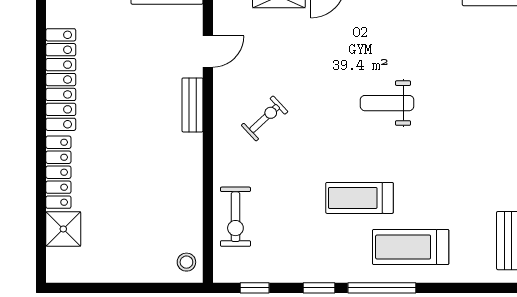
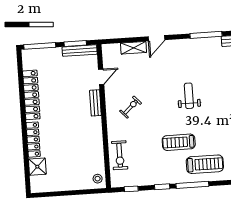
weight bench: (387, 103) -> (189, 96), turned 90
treadmill: (411, 247) -> (205, 164), turned 180

